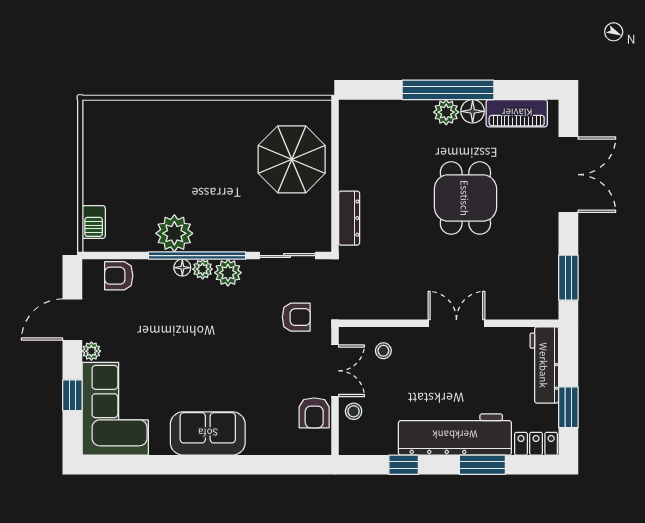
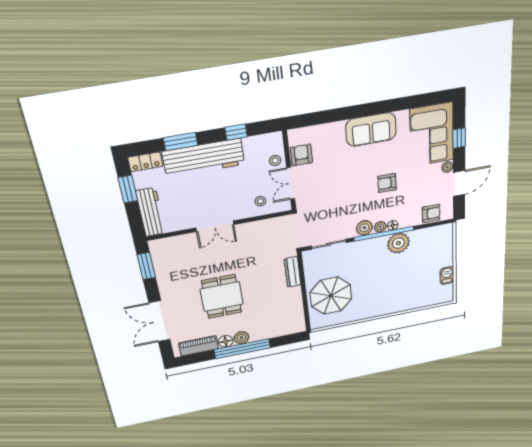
barbecue: (94, 222) -> (447, 276), moved
armchair: (296, 317) -> (387, 183), moved

